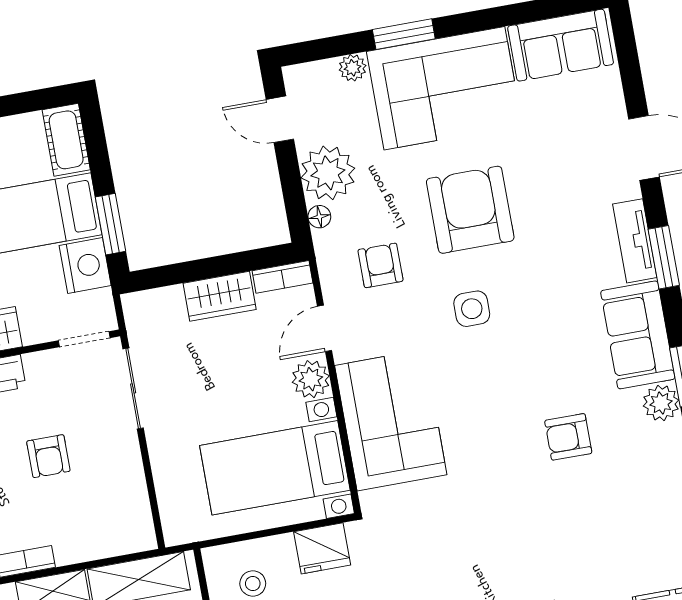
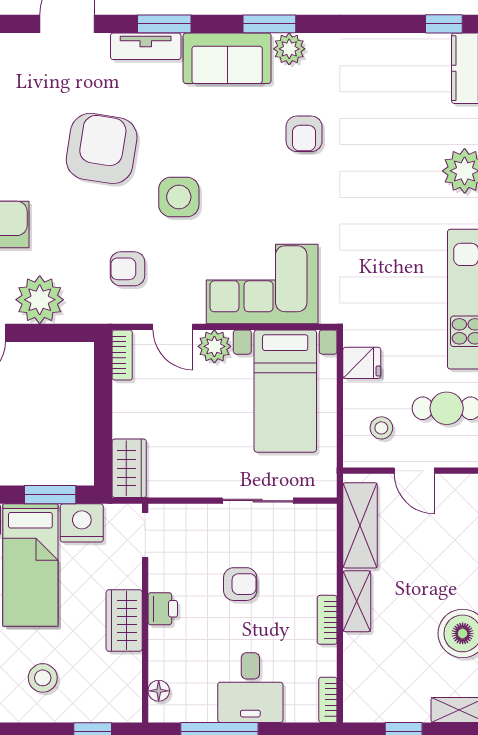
armchair: (470, 210) -> (102, 148), moved, turned 99
floor lamp: (319, 217) -> (76, 314), removed
wardrobe: (220, 296) -> (129, 468), moved
side table: (472, 309) -> (179, 197), width x1.37, depth x1.37
sliding door: (133, 388) -> (258, 501), moved
fridge: (322, 548) -> (362, 363), width x0.72

